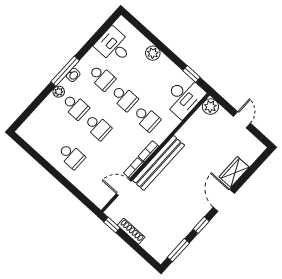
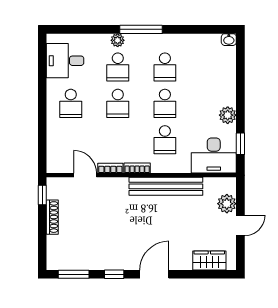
desk: (114, 46) -> (65, 61), moved, turned -90
plant: (153, 53) -> (228, 115), moved
washbasin: (73, 75) -> (229, 40), moved
plant: (210, 107) -> (227, 204), moved
bench: (159, 163) -> (166, 186), moved
wardrobe: (234, 172) -> (209, 261), moved

